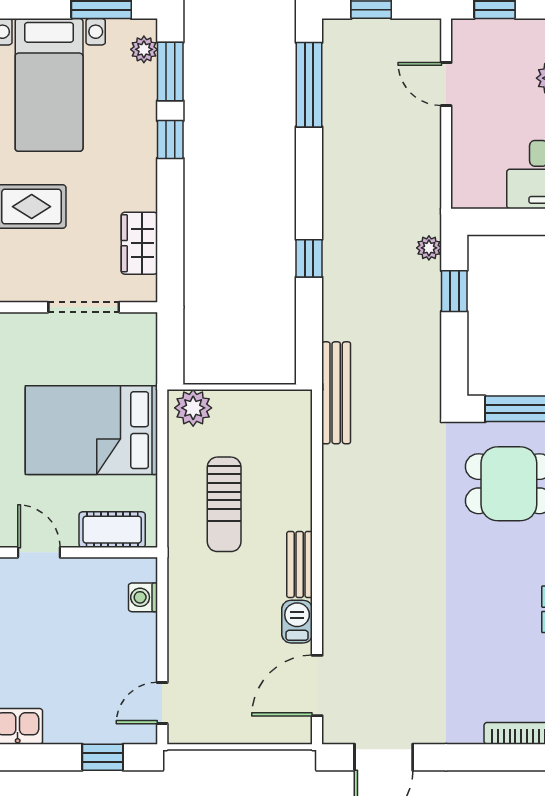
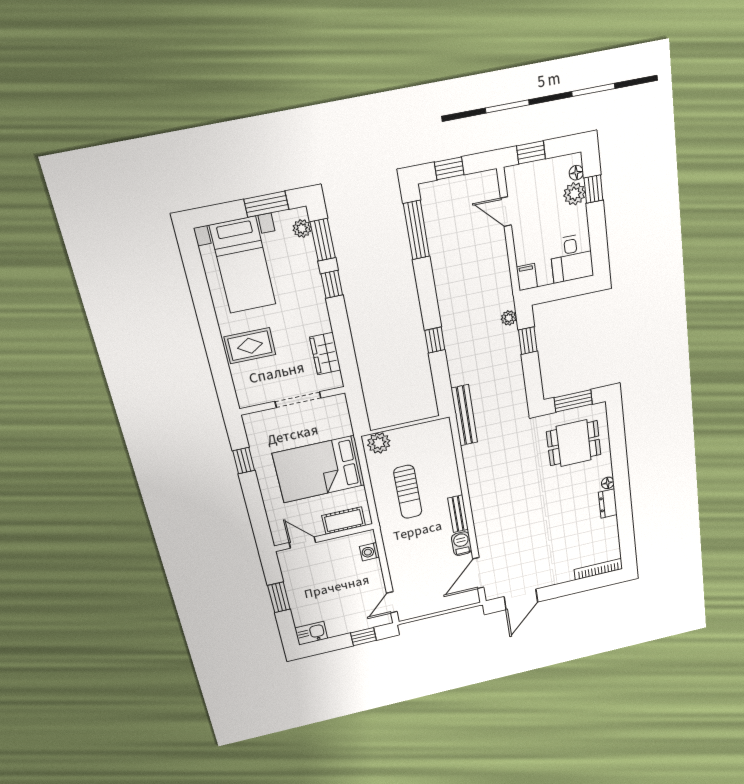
filing cabinet: (465, 189) -> (527, 277), added

